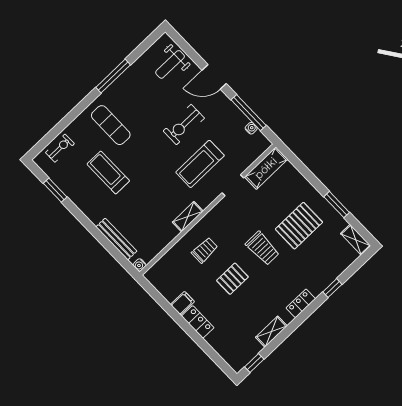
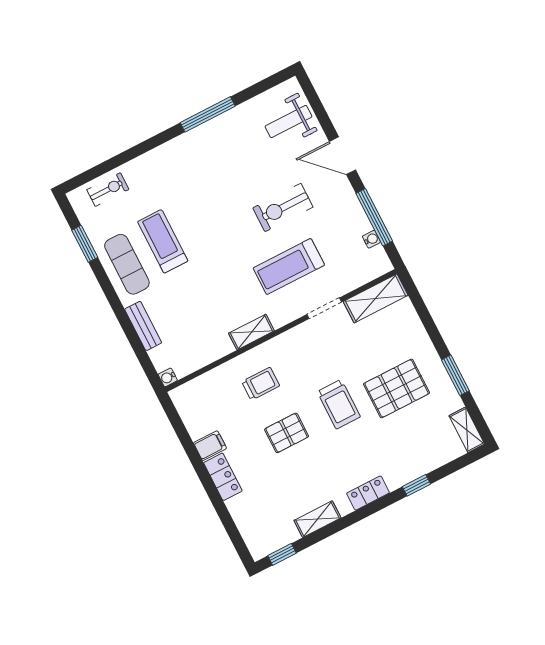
exercise mat: (111, 125) -> (127, 264), moved
bench: (116, 239) -> (143, 326), width x0.73

